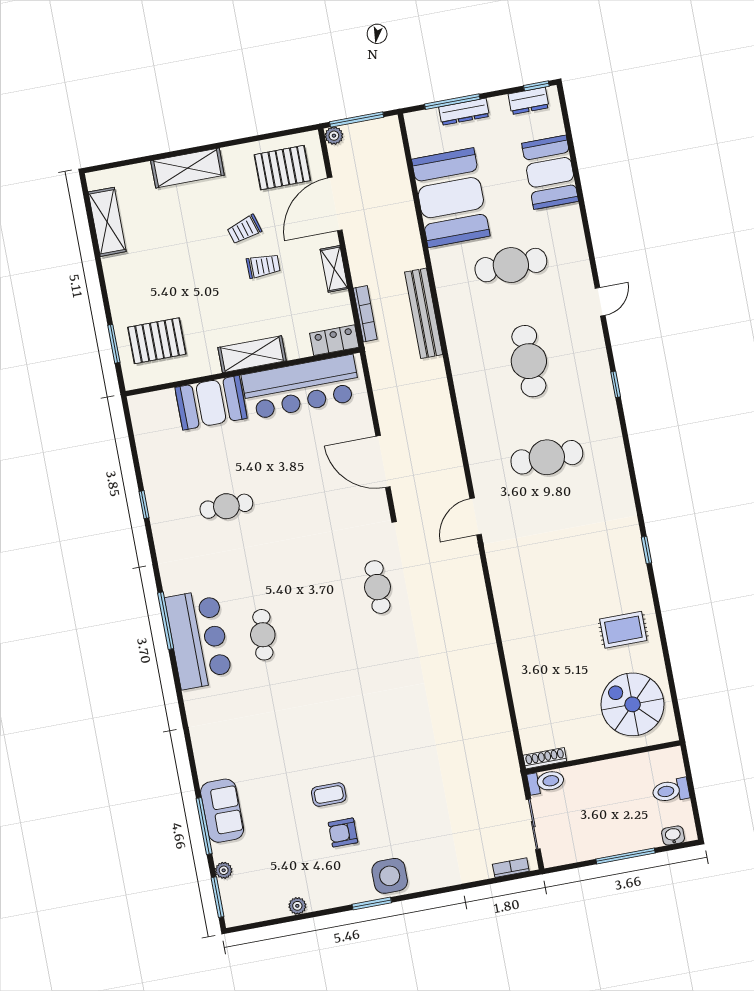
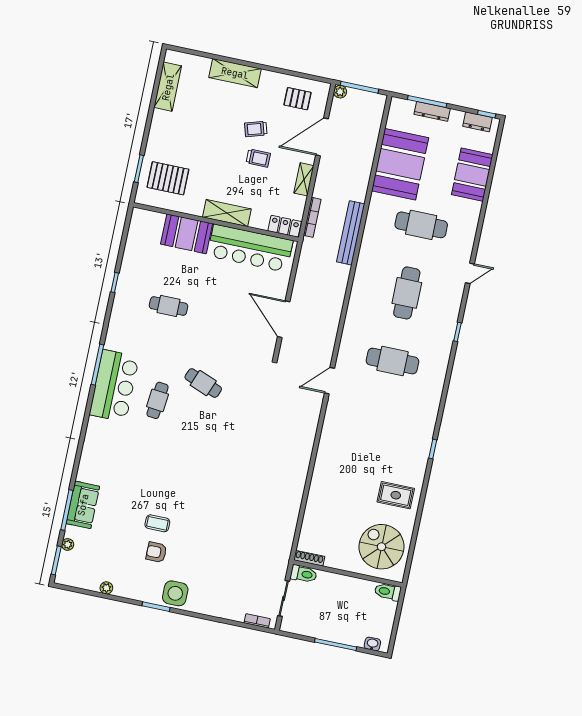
pallet: (282, 168) -> (298, 99), width x0.67, depth x0.71
cafe table: (378, 587) -> (203, 383), moved, turned -69
toilet: (671, 791) -> (388, 592), moved

